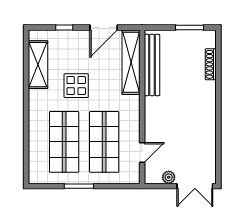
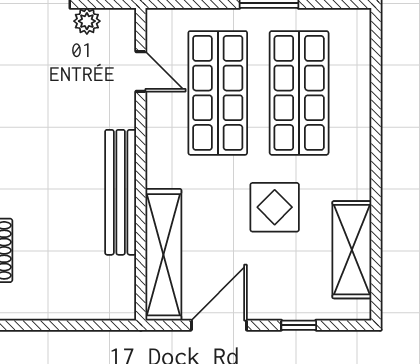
window: (189, 27) -> (45, 325), removed
bench: (152, 65) -> (121, 192), moved
door: (142, 152) -> (141, 72), swing flipped

